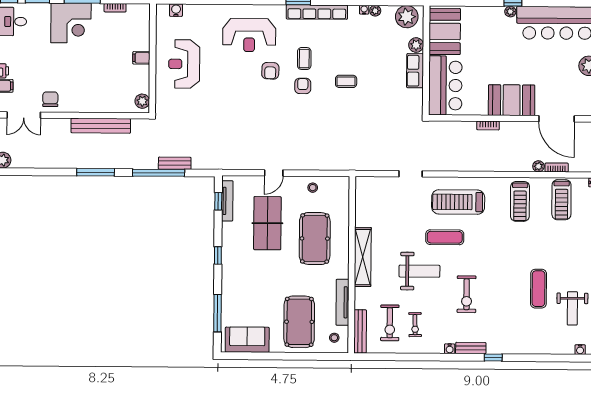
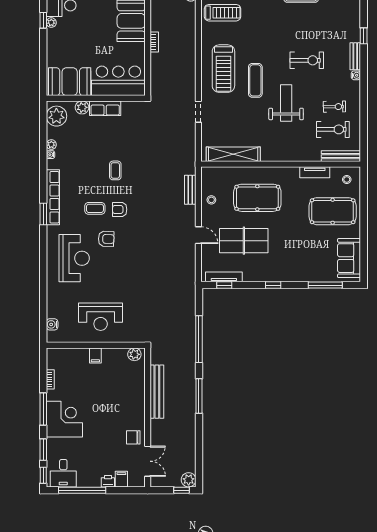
bench: (175, 163) -> (190, 190), moved
shelving: (363, 257) -> (233, 154), moved
tv unit: (342, 302) -> (315, 172), width x0.71

